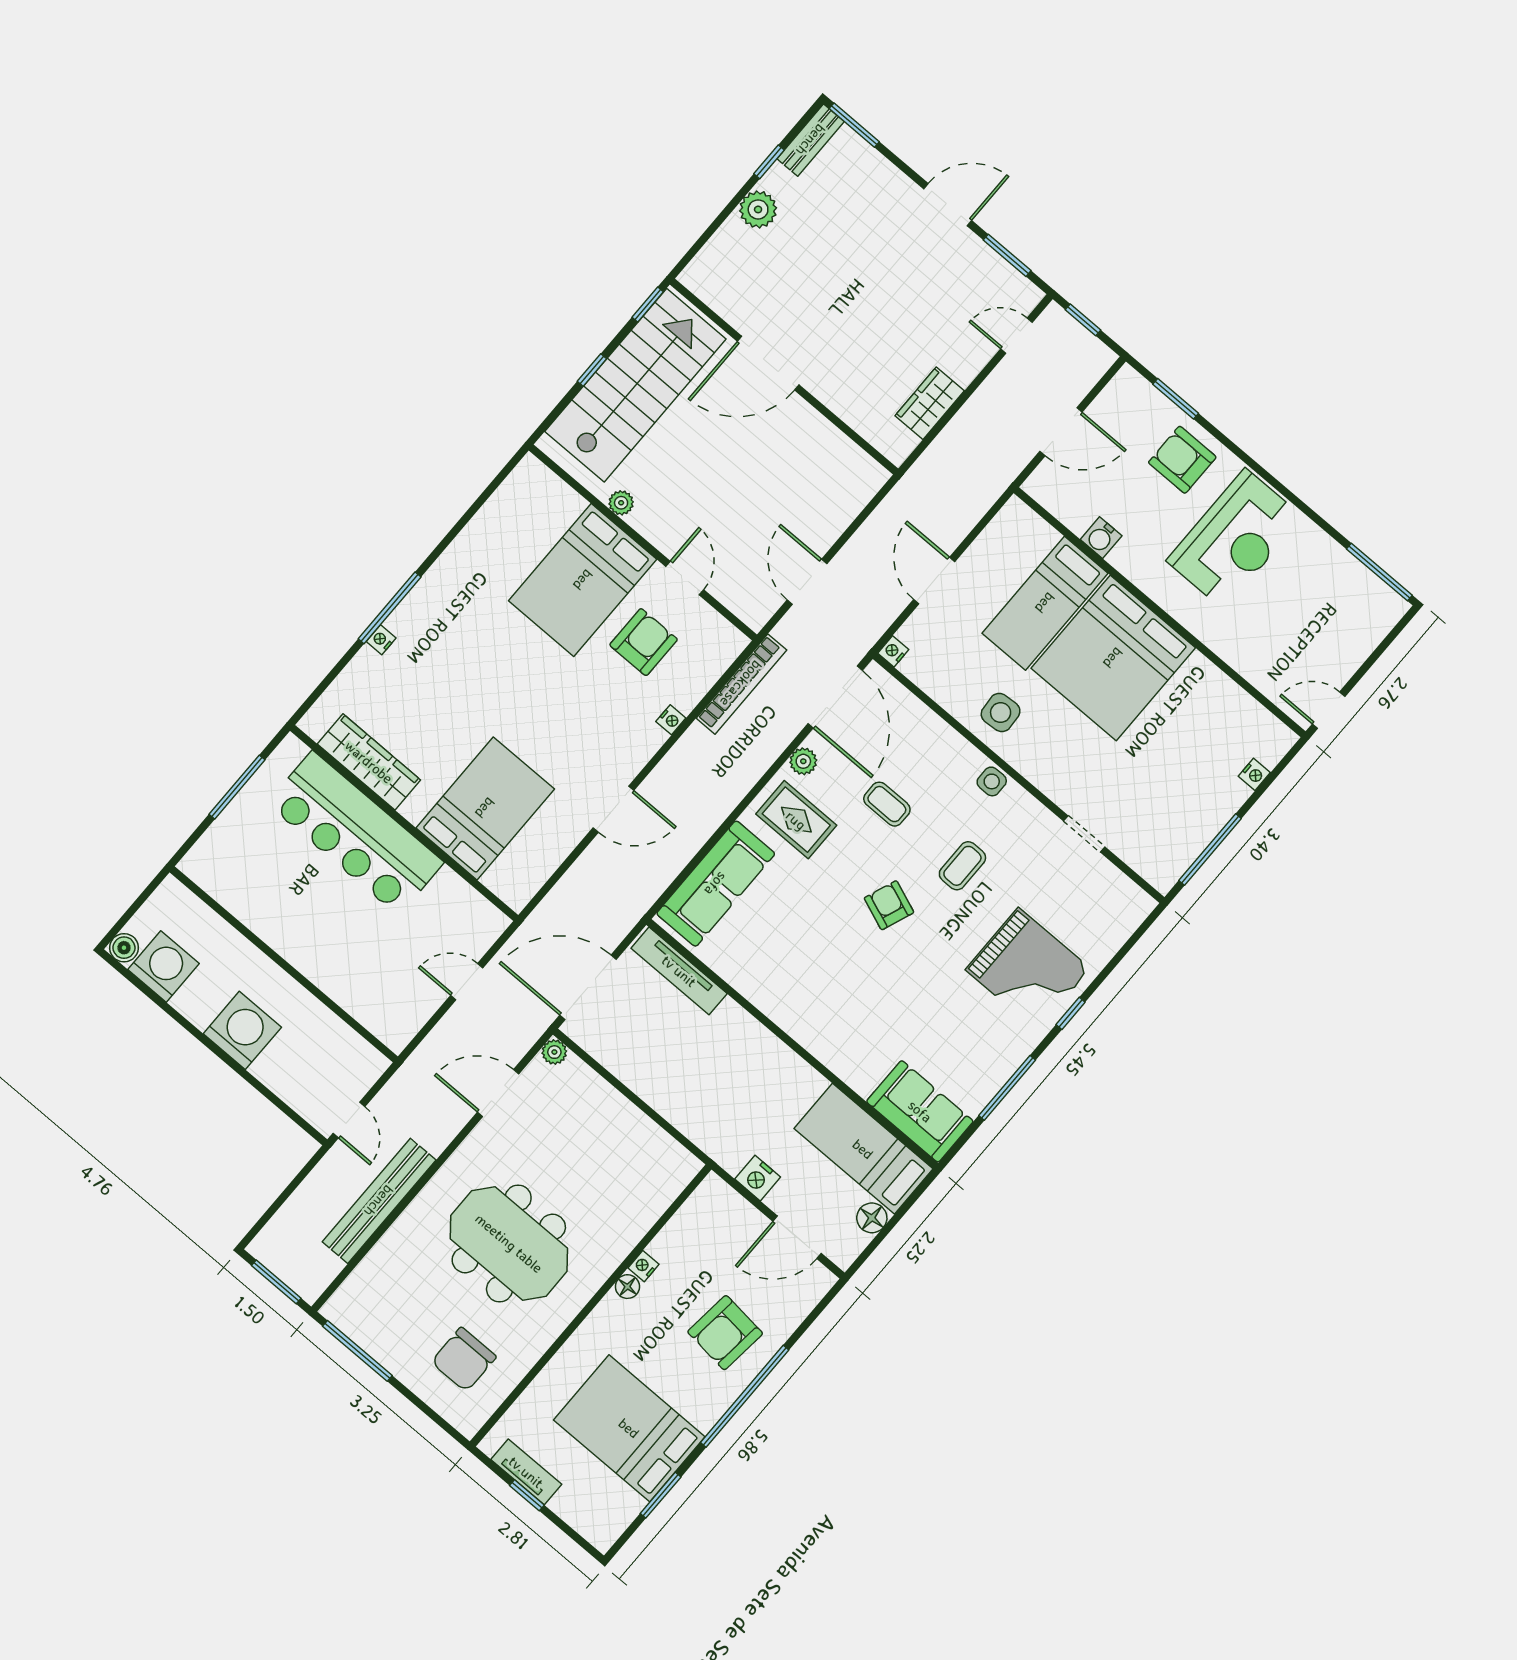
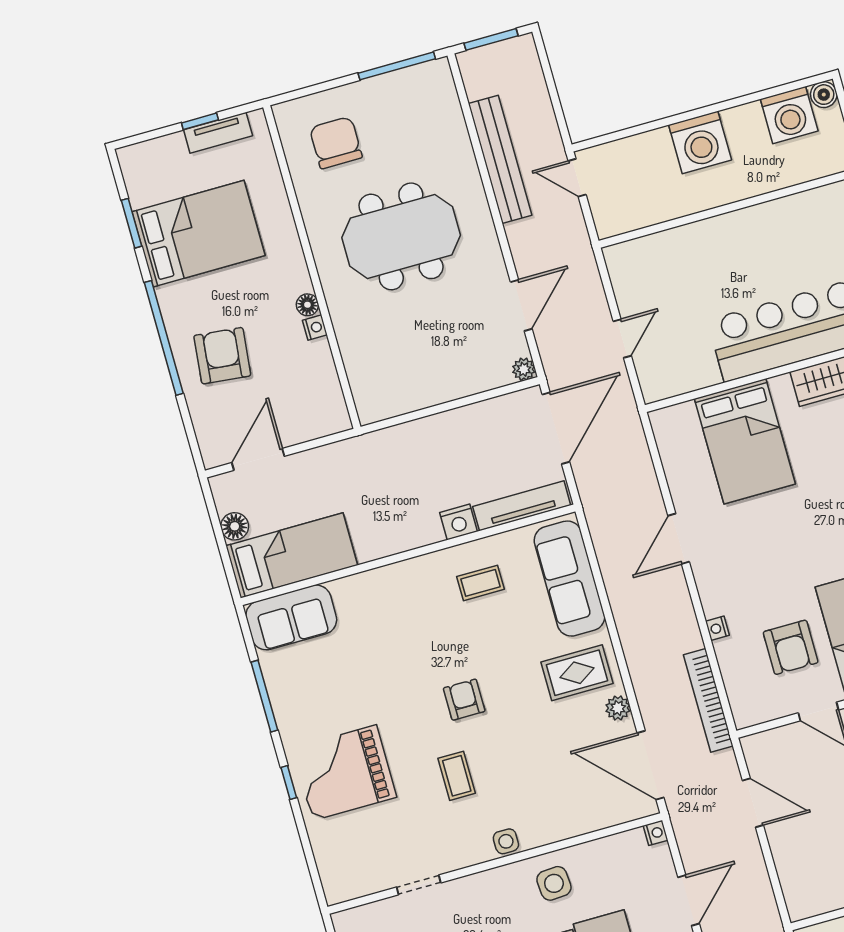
door: (934, 581) -> (689, 900), hinge flipped
coffee table: (887, 804) -> (480, 583), moved
armchair: (889, 905) -> (464, 700), turned -111
nightstand: (758, 1178) -> (458, 522), moved, turned 180

